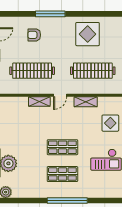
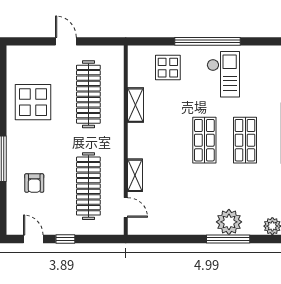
door: (60, 95) -> (126, 207), moved

